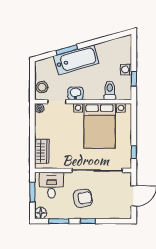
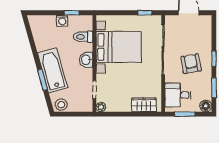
stool: (42, 87) -> (61, 105), moved
washbasin: (75, 93) -> (86, 60), moved

